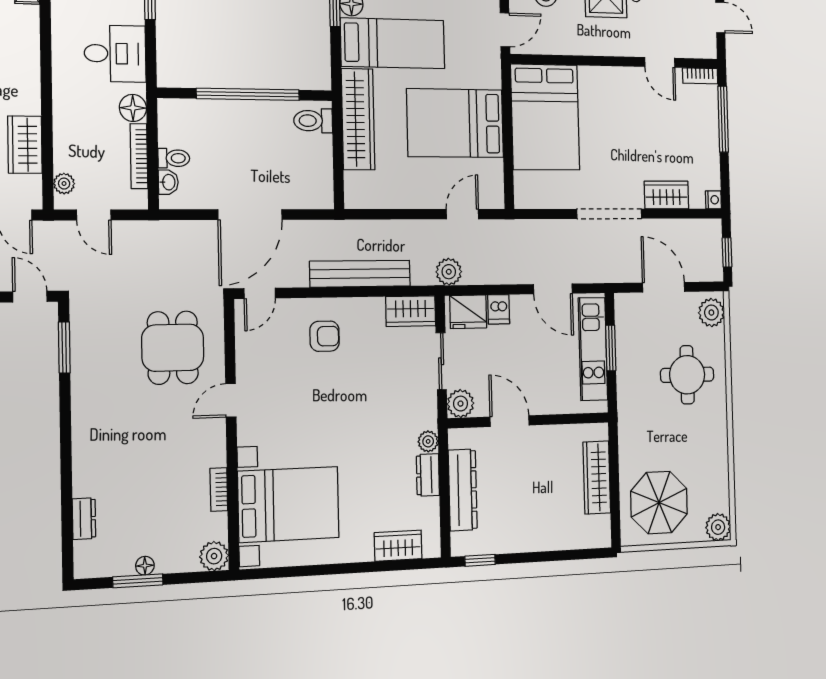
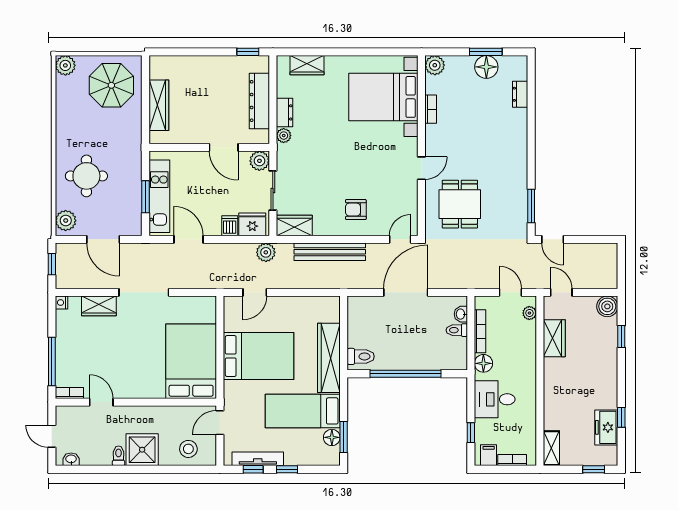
floor lamp: (145, 566) -> (486, 67), width x1.89, depth x1.89

